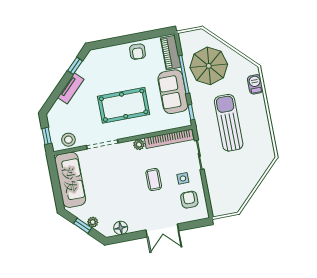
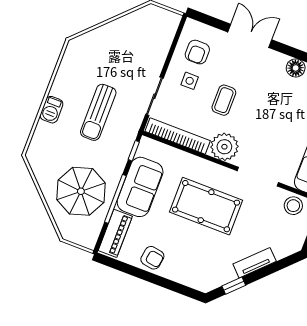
armchair: (138, 52) -> (152, 258), turned 96
barbecue: (255, 84) -> (51, 110), moved
sun lounger: (229, 123) -> (98, 112), width x0.73, depth x0.75
plant: (139, 145) -> (224, 147), width x1.88, depth x1.88

